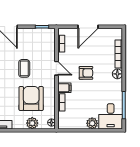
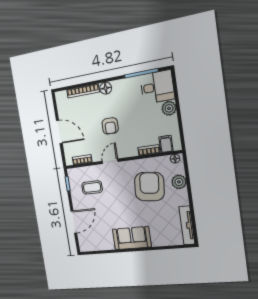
coffee table: (24, 68) -> (92, 187), moved
armchair: (86, 73) -> (110, 126), turned 180
filing cabinet: (64, 88) -> (166, 144), moved
armchair: (31, 98) -> (149, 187), turned 96

